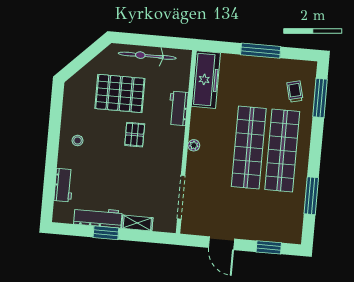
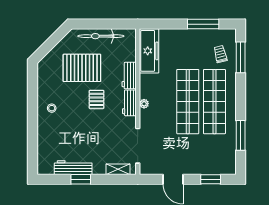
window: (261, 51) -> (203, 24), moved
workbench: (64, 185) -> (129, 103), moved, turned 180
shelving: (137, 223) -> (118, 169), moved

